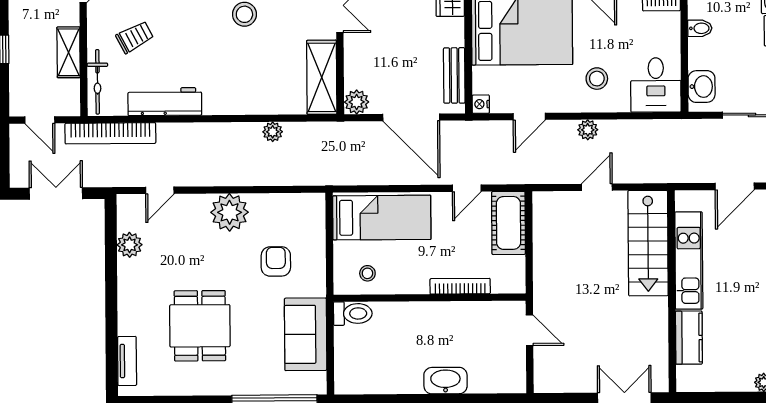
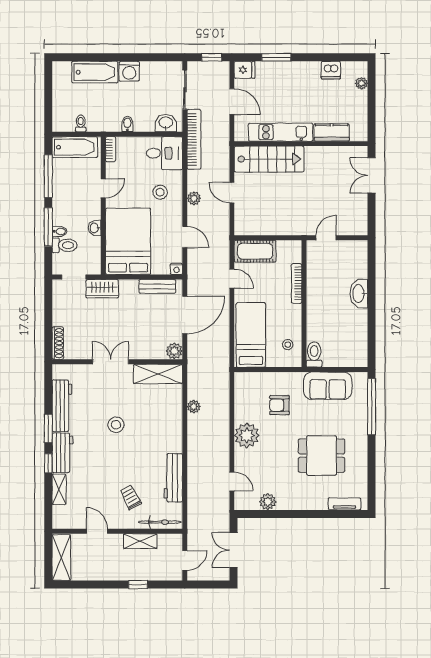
bookcase: (110, 133) -> (194, 139), moved

